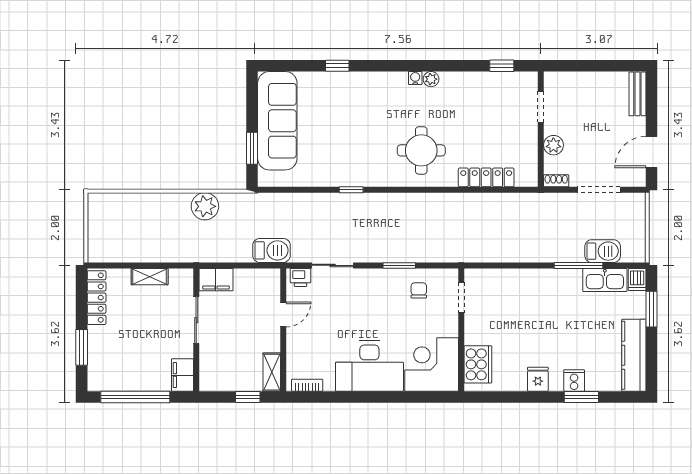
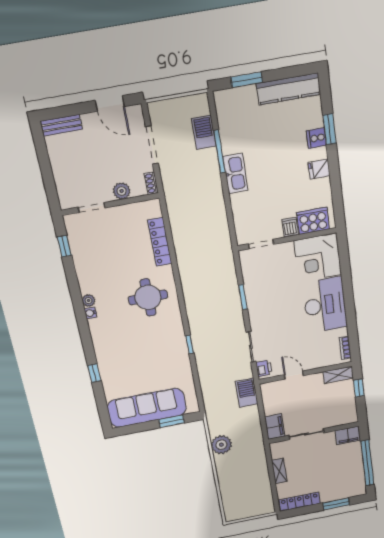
dishwasher: (637, 279) -> (290, 227), moved, turned -90
kitchen sink: (605, 280) -> (235, 173), moved
chair: (419, 290) -> (260, 278), removed

